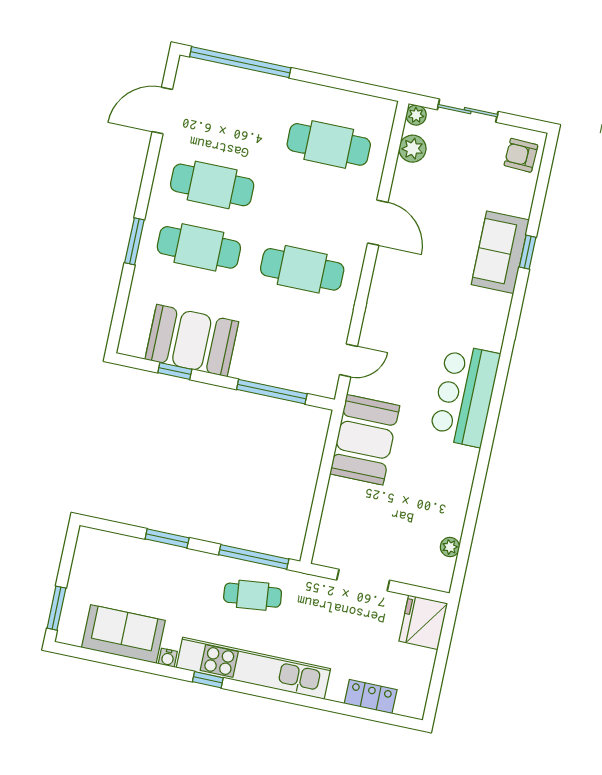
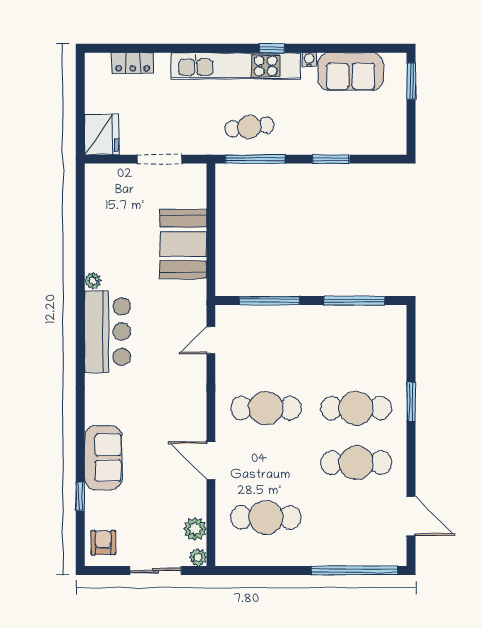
door: (162, 111) -> (411, 516), hinge flipped
armchair: (521, 155) -> (103, 543), turned -92
window: (528, 252) -> (80, 496), moved
booth: (192, 341) -> (346, 329), removed
window: (175, 371) -> (354, 301), width x2.17
booth: (365, 440) -> (183, 244), moved
plant: (450, 547) -> (93, 281), moved

